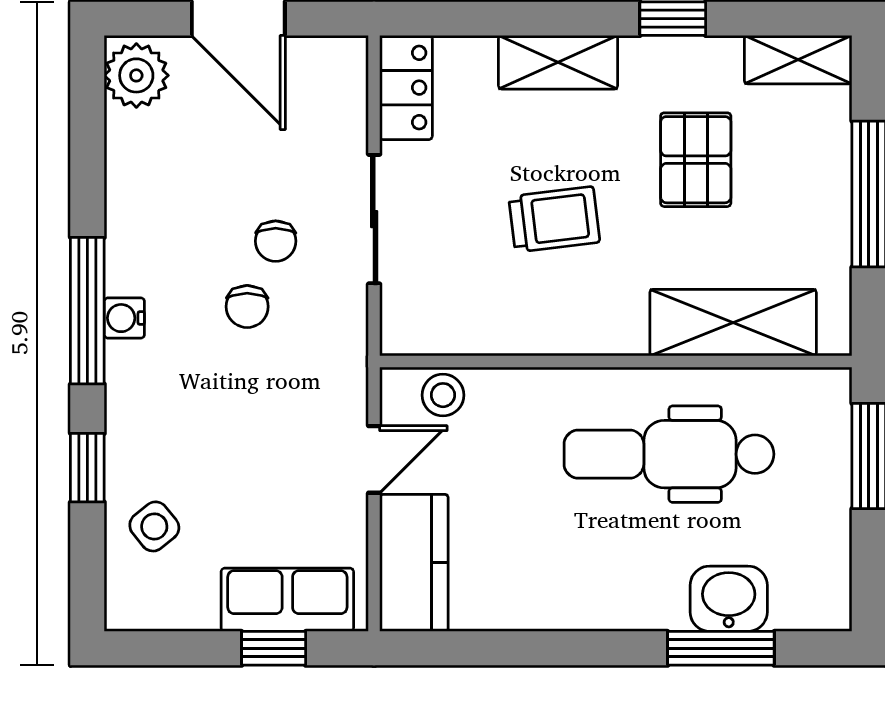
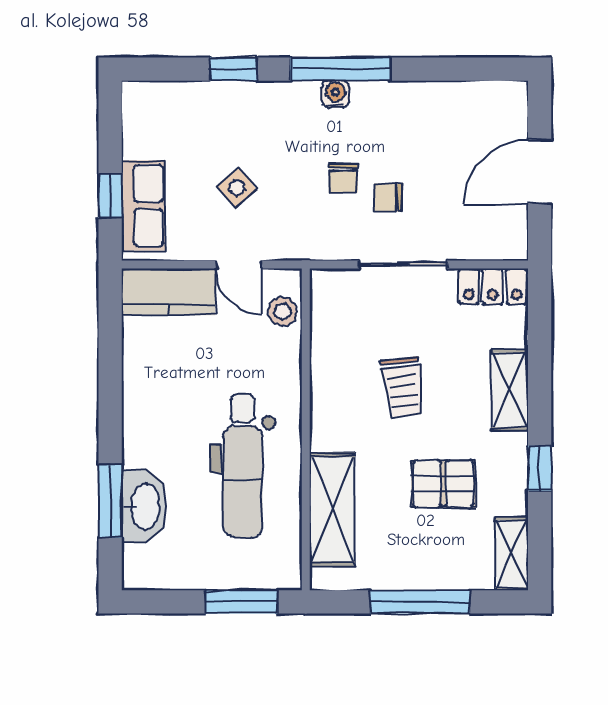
plant: (136, 75) -> (501, 102), removed
chair: (247, 307) -> (343, 178), turned -90
dental chair: (669, 454) -> (243, 466), turned 180
side table: (154, 526) -> (237, 188), moved
washbasin: (729, 599) -> (144, 506), width x1.38

